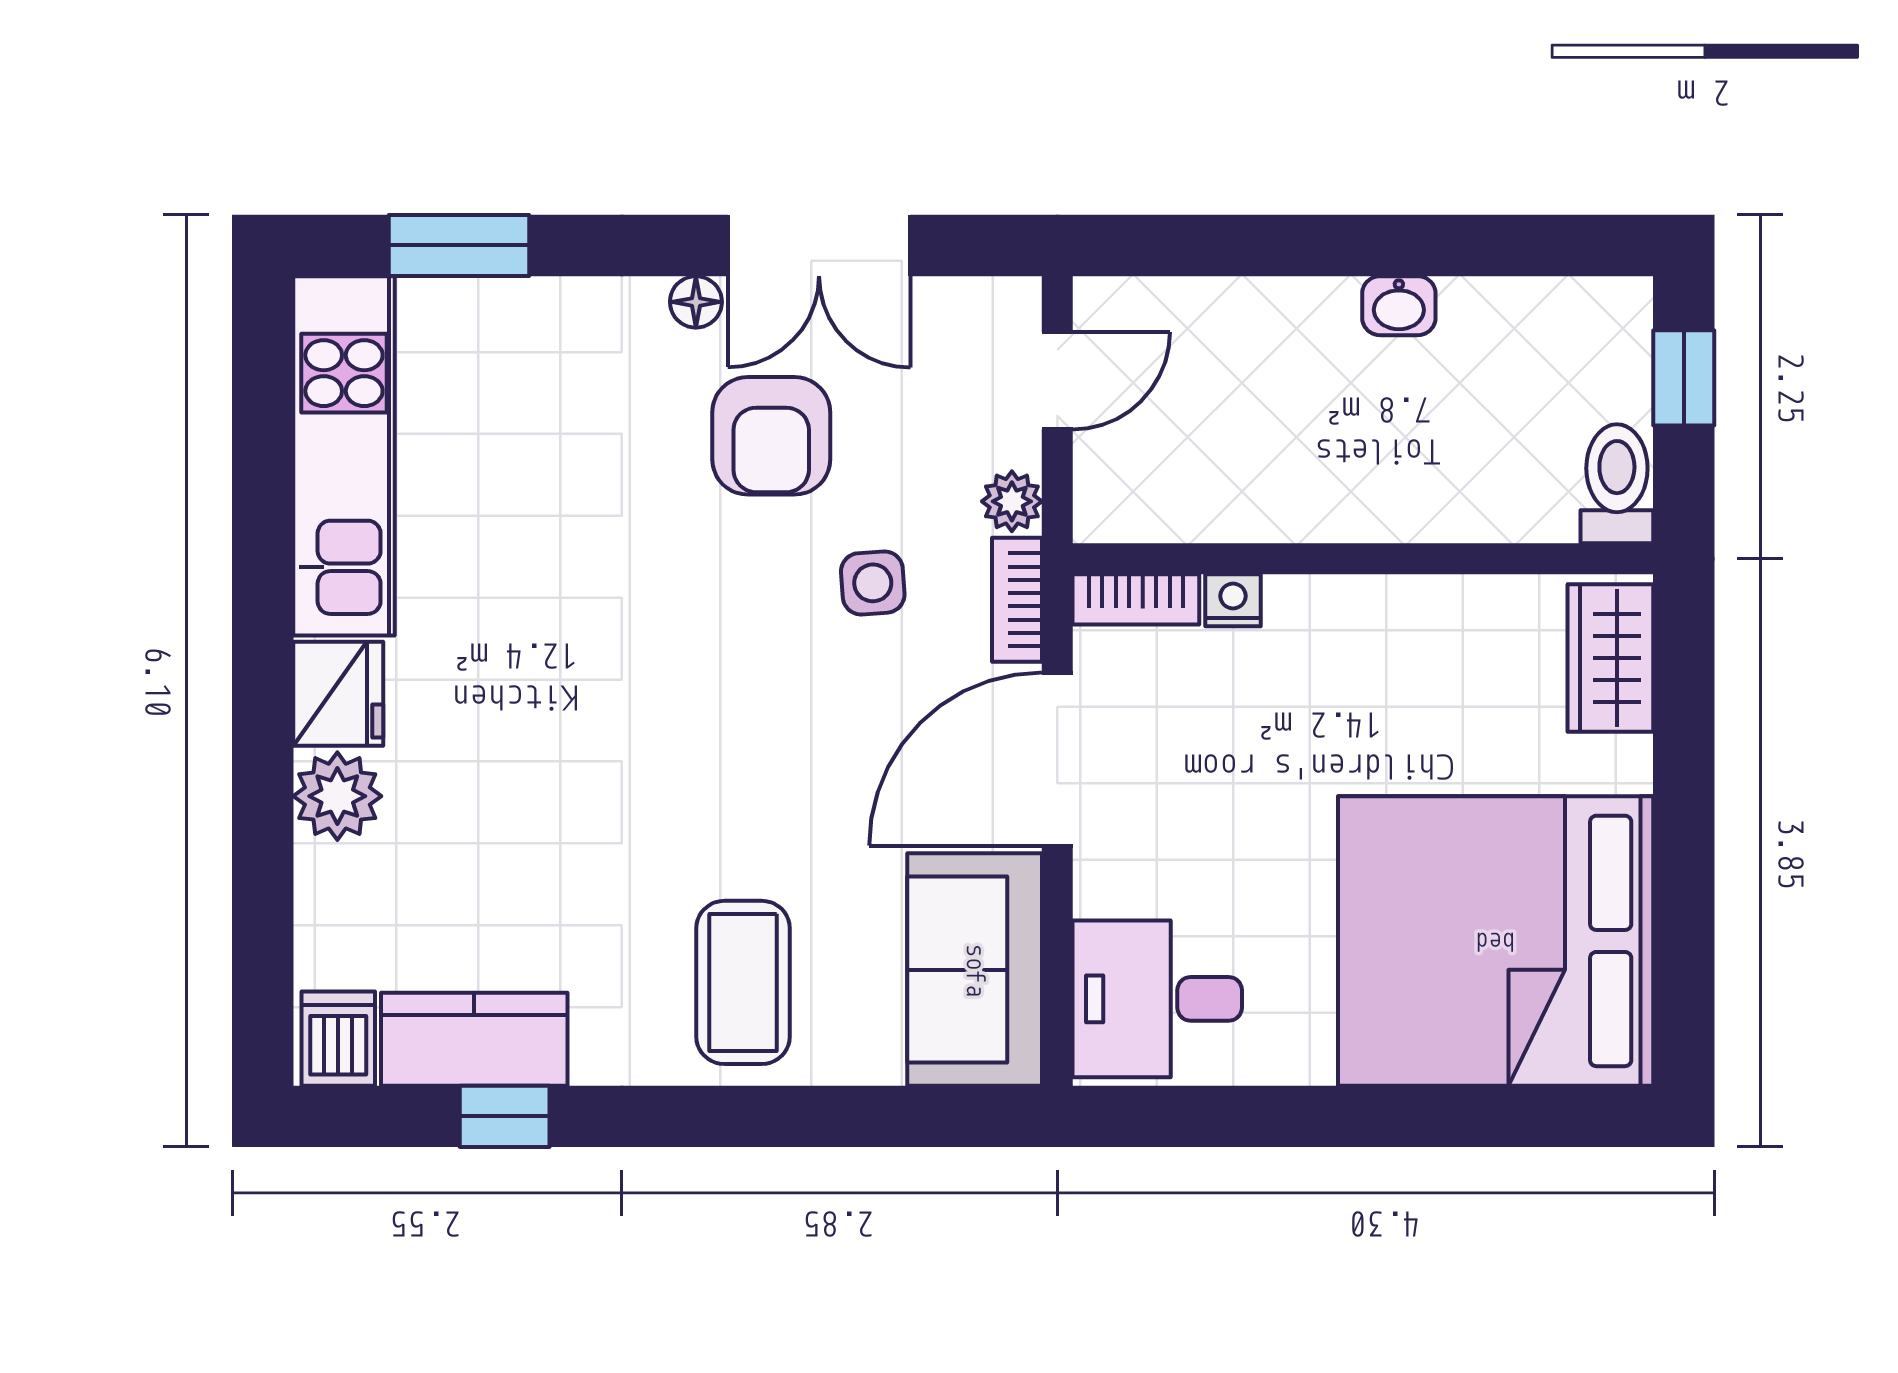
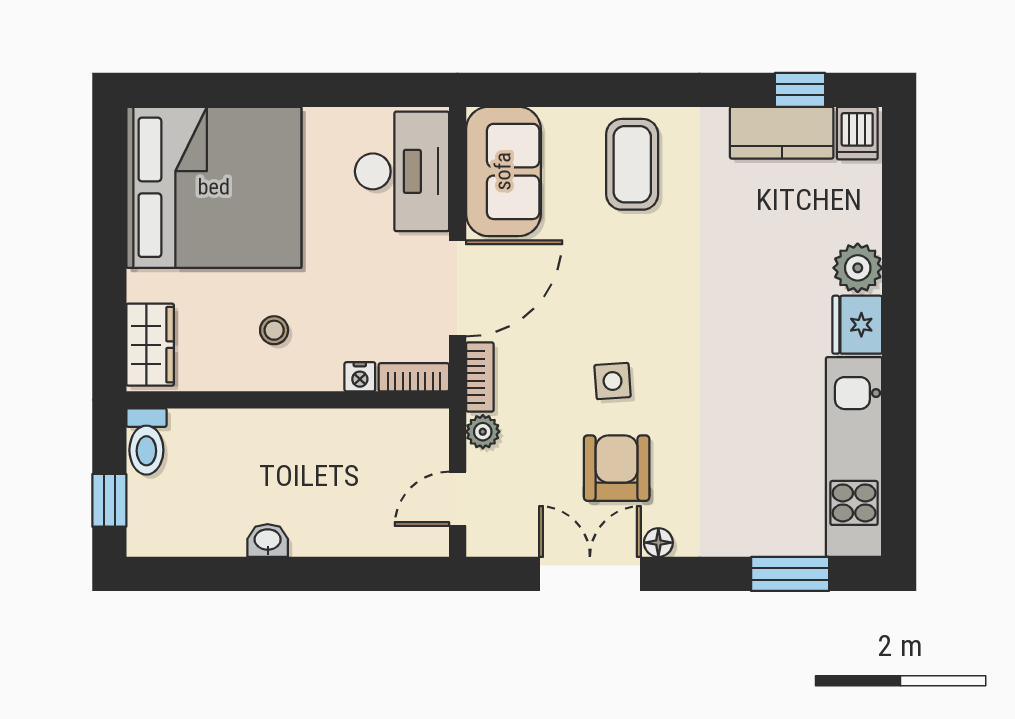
side table: (873, 583) -> (613, 381), moved
stool: (1387, 684) -> (274, 330), added
desk: (1157, 999) -> (402, 171), width x1.37
window: (505, 1116) -> (800, 90), moved

